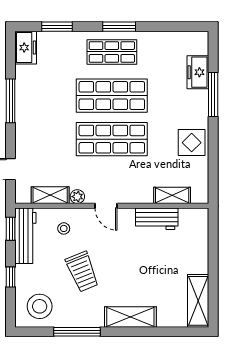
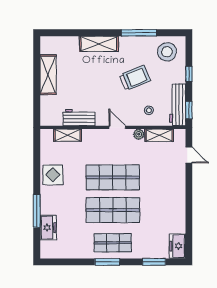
window: (11, 101) -> (189, 206), removed
trolley: (82, 272) -> (135, 78), turned 90
shelving: (198, 301) -> (48, 75), moved

